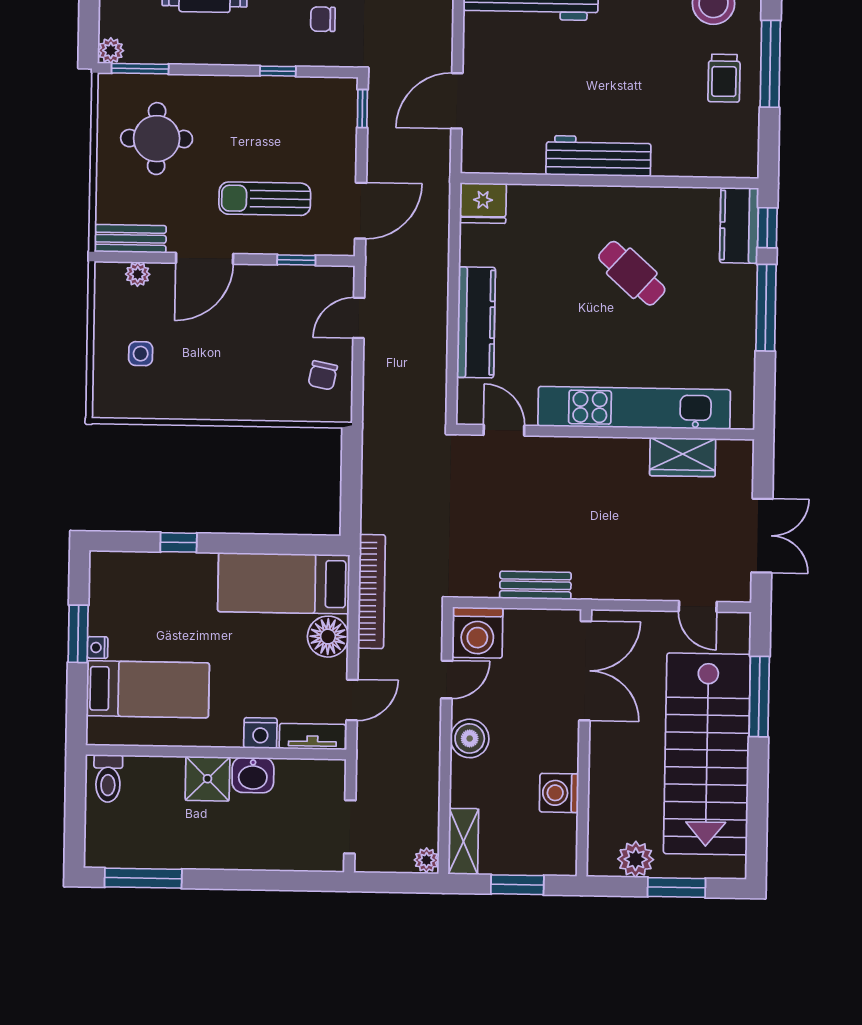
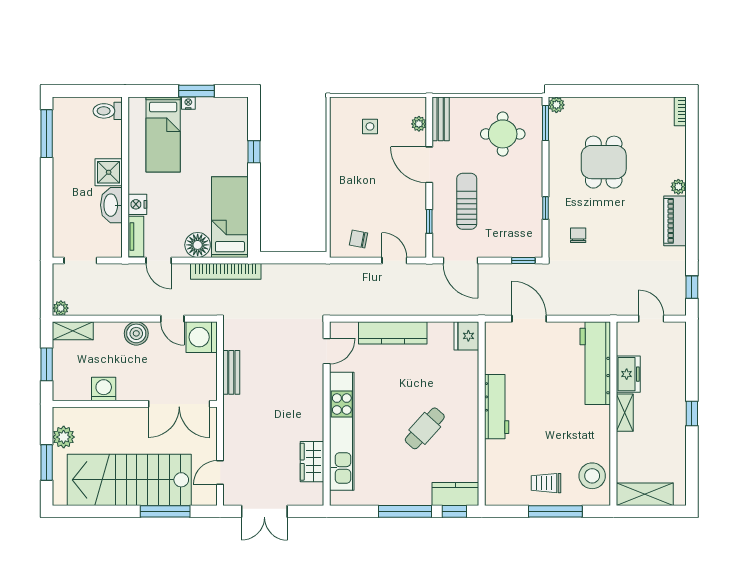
washbasin: (253, 775) -> (111, 205), width x1.38

